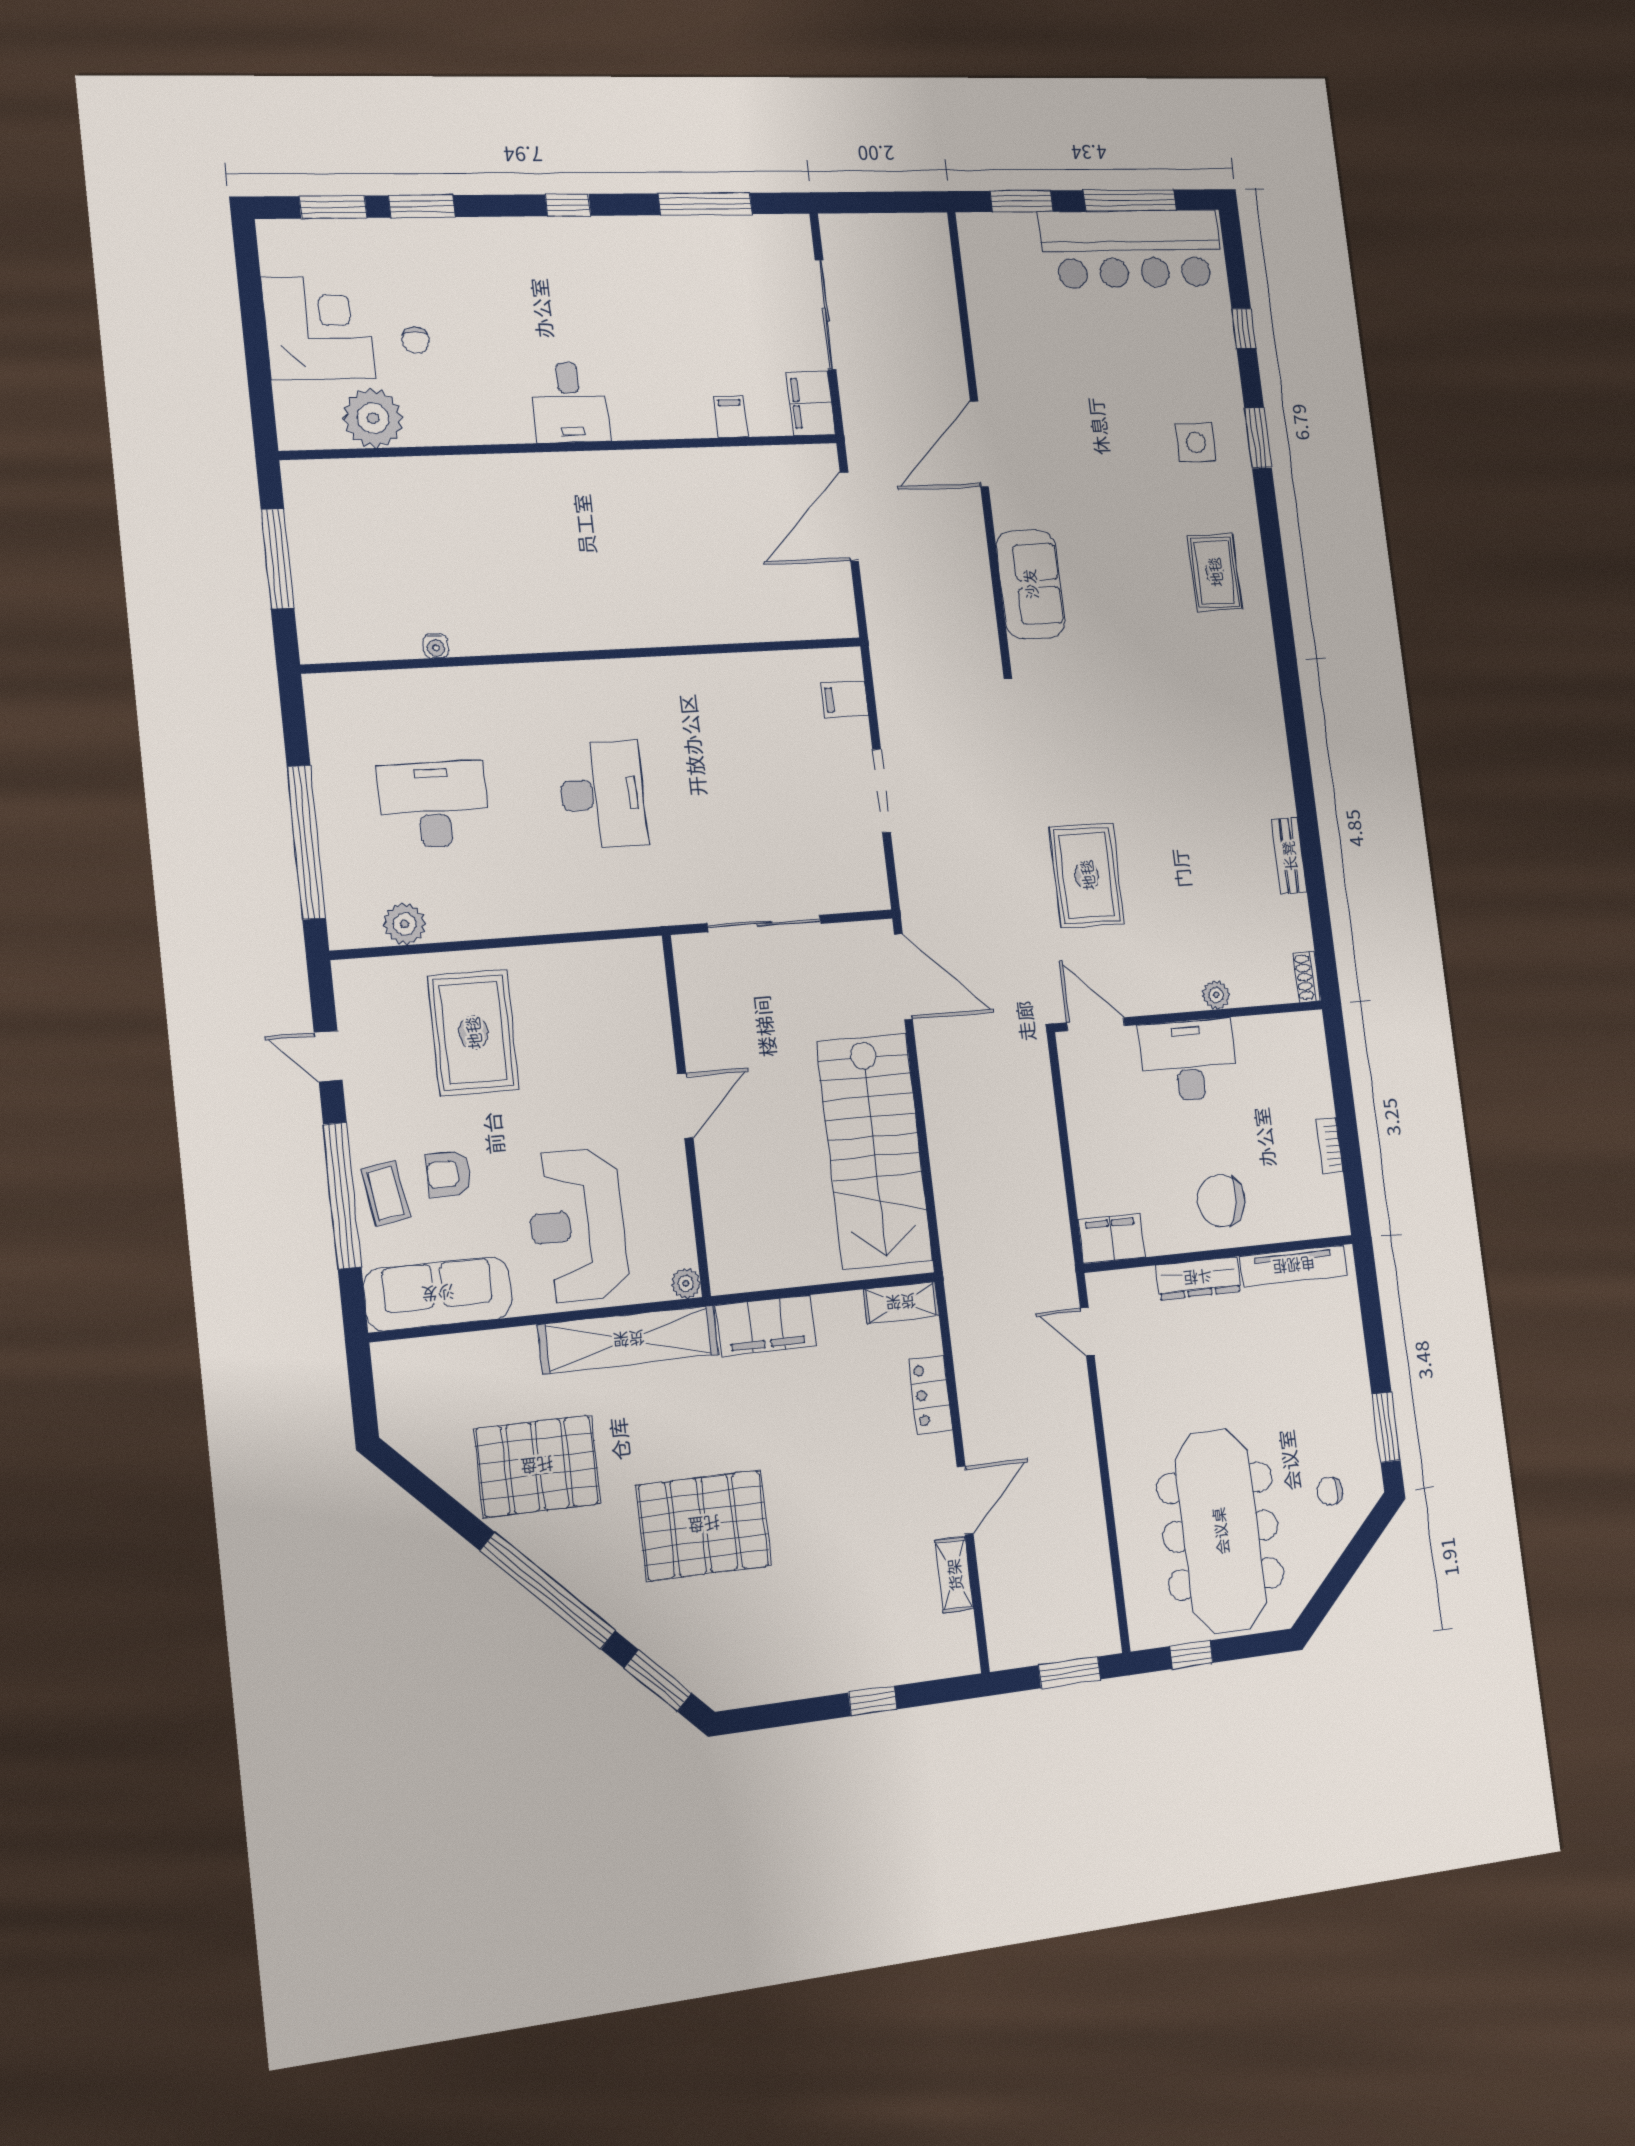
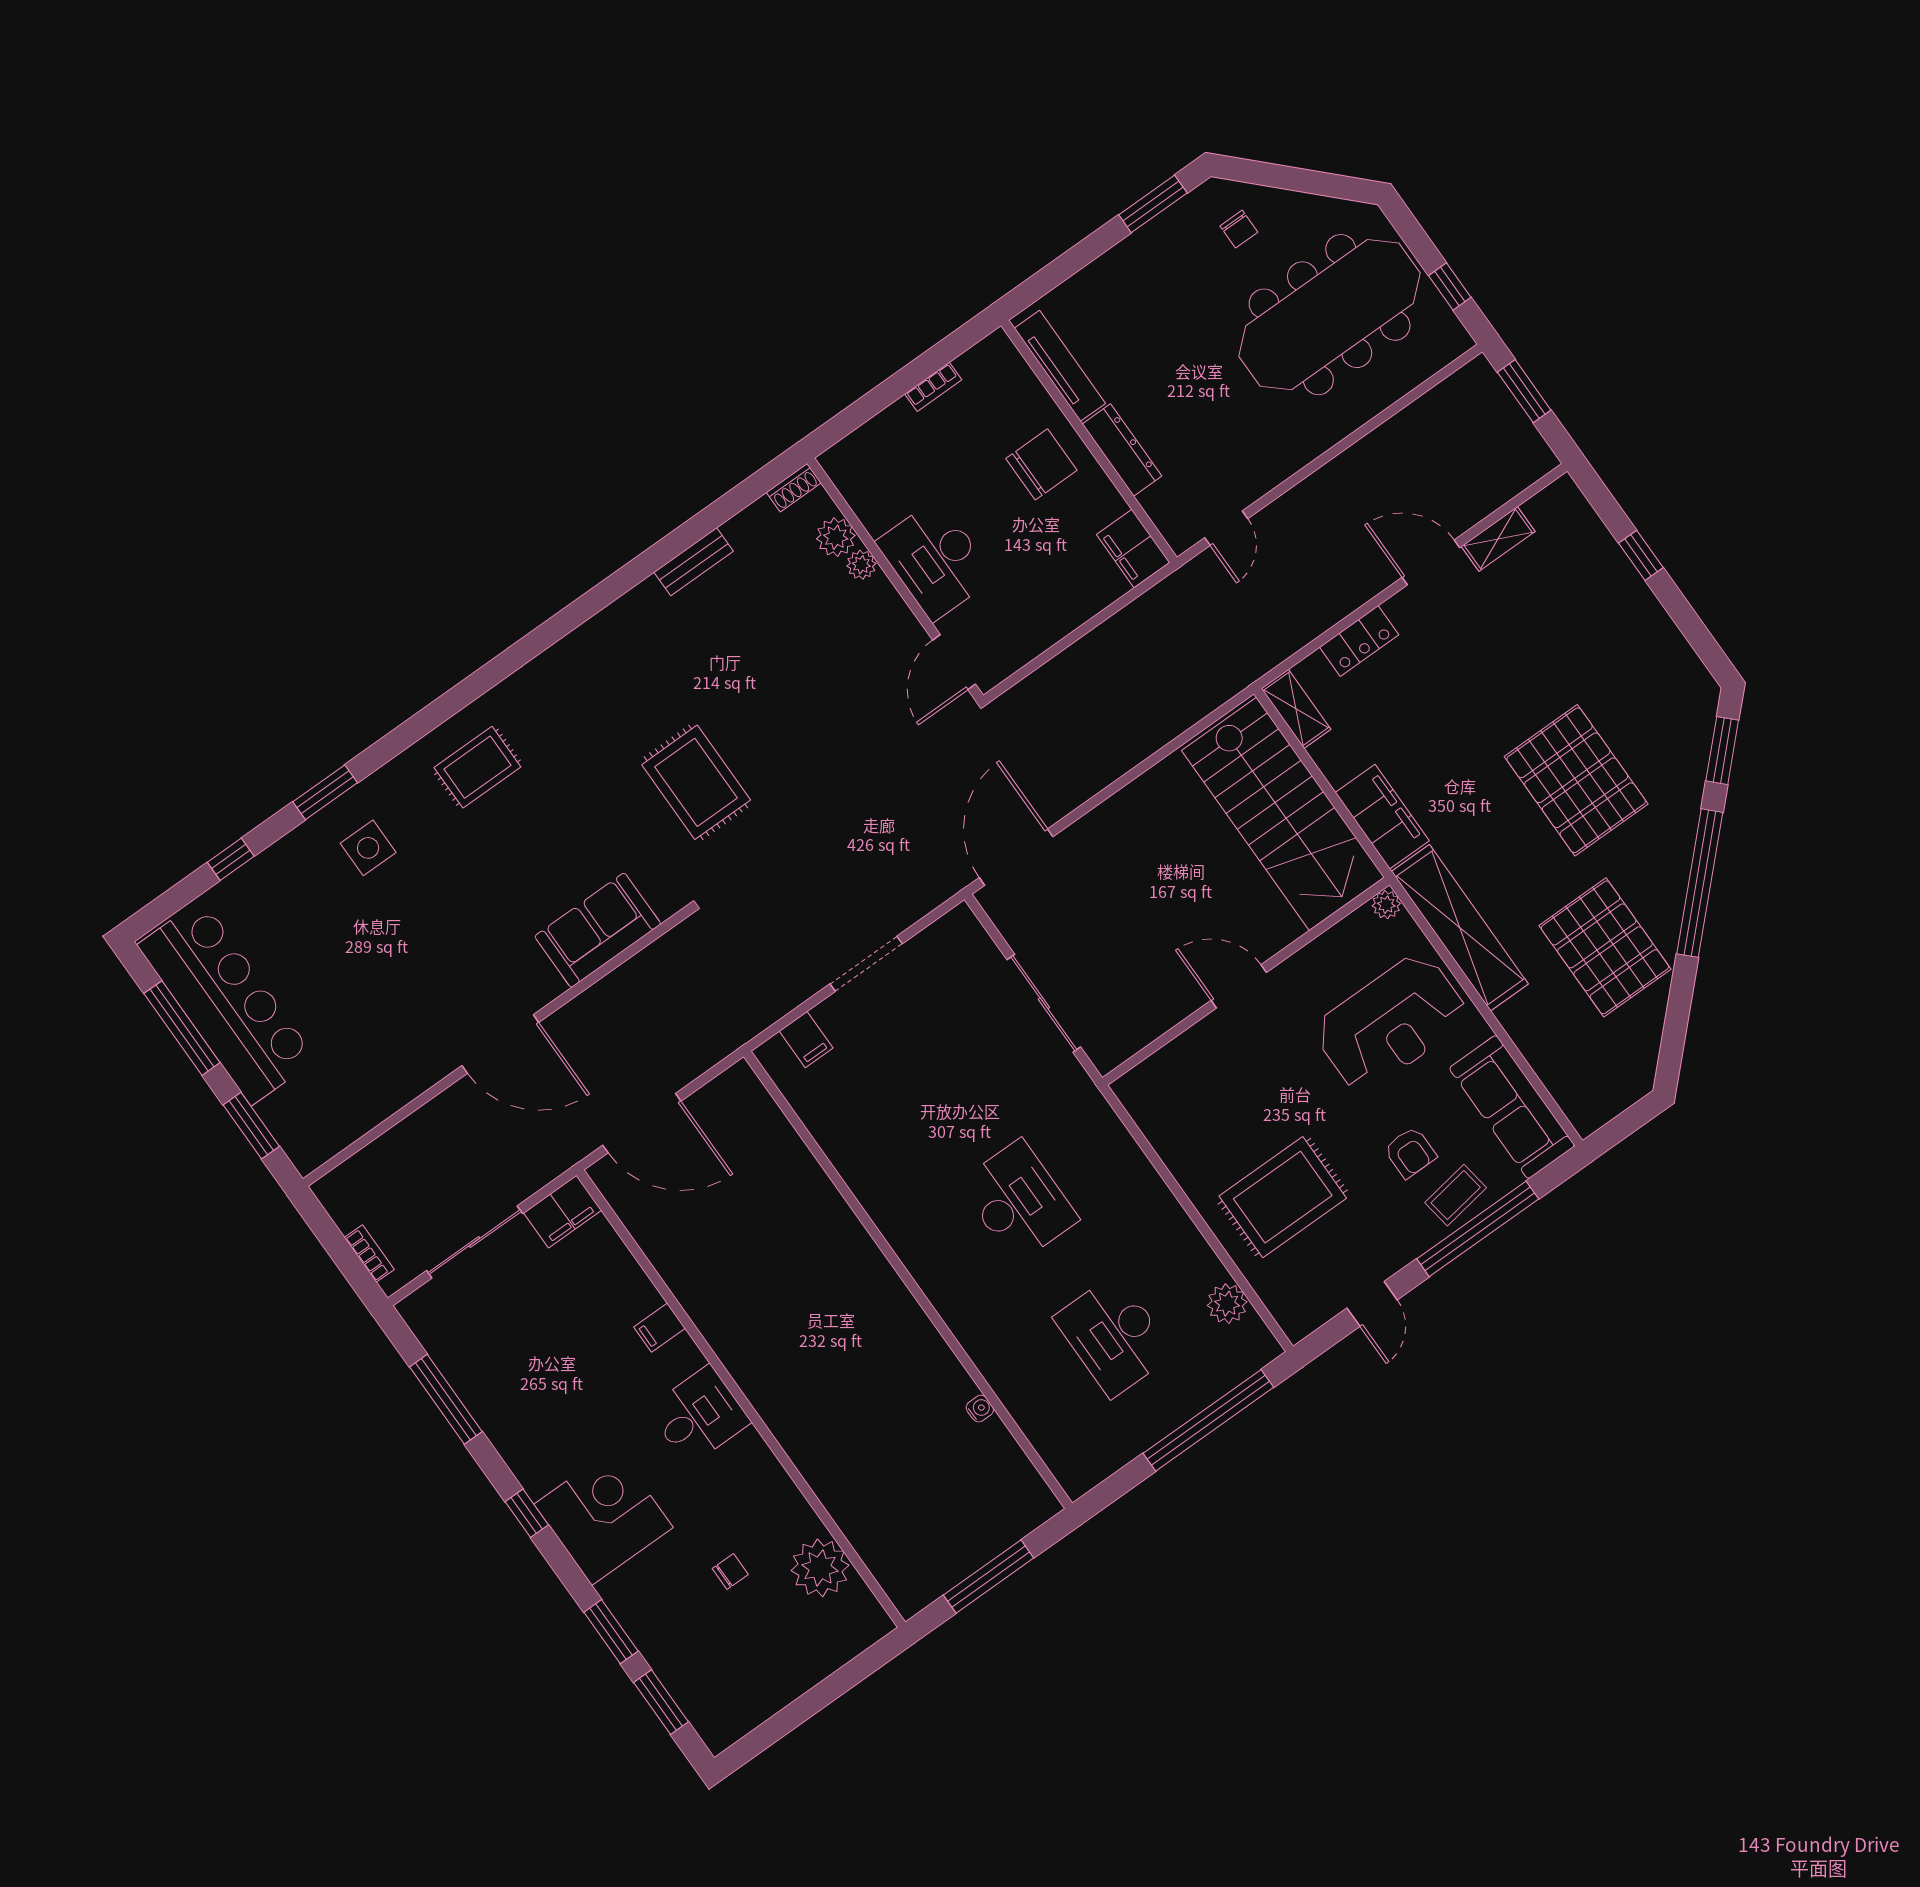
bookcase: (864, 224) -> (369, 1254), added
corner desk: (318, 328) -> (604, 1516), moved, turned 90
filing cabinet: (731, 417) -> (660, 1328), moved
desk: (602, 794) -> (1018, 1201), turned 90
rug: (1087, 875) -> (696, 782), moved, turned 90
plant: (1249, 987) -> (836, 537), added
stairs: (874, 1151) -> (1283, 814), moved, turned 90
chair: (1221, 1201) -> (1041, 464), turned -100

